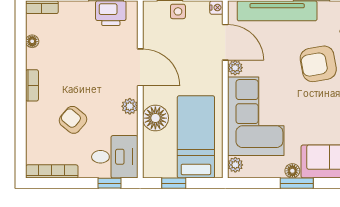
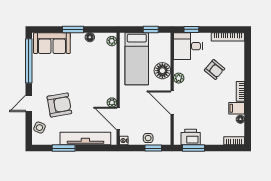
filing cabinet: (38, 59) -> (237, 108), added
corner sofa: (256, 116) -> (99, 72), removed
floor lamp: (292, 171) -> (90, 37), moved

